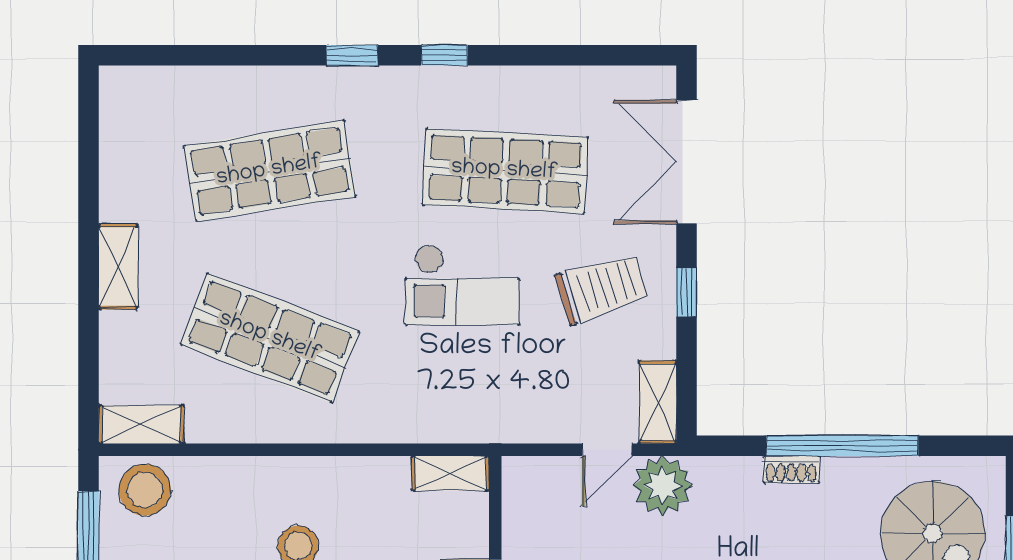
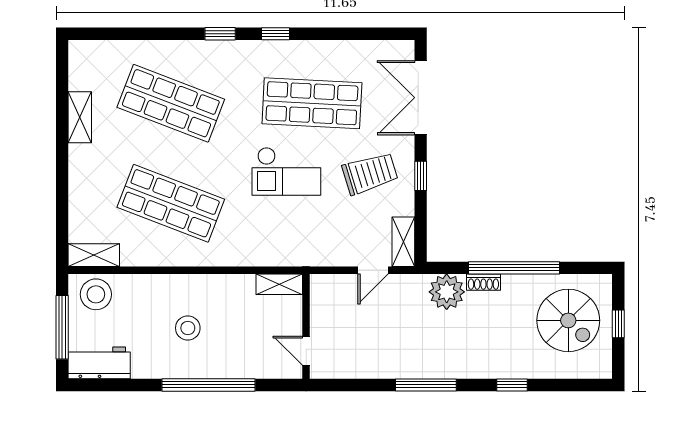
shop shelf: (270, 171) -> (171, 103), turned 30
shelving: (118, 267) -> (80, 117), moved
plant: (663, 486) -> (447, 292), moved

